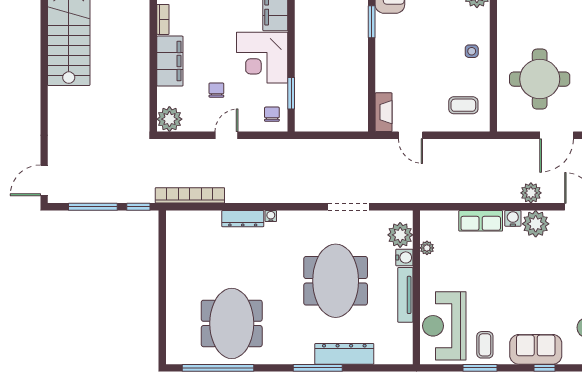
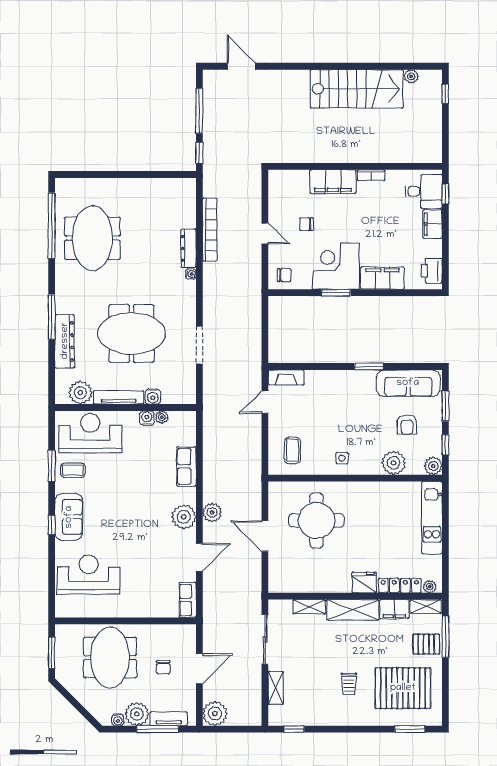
chair: (216, 90) -> (306, 224), turned 180
window: (291, 93) -> (336, 293), moved
plant: (169, 119) -> (280, 181), removed
door: (44, 180) -> (241, 66), moved
bookcase: (190, 195) -> (210, 230), moved
water cooler: (513, 218) -> (147, 418), moved, turned -90
plant: (400, 235) -> (80, 393), moved
meeting table: (232, 323) -> (92, 238), turned 90

